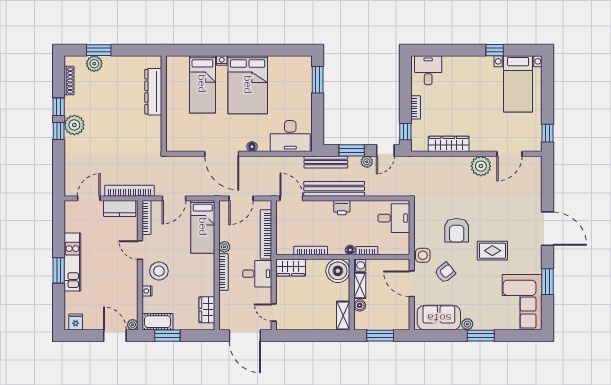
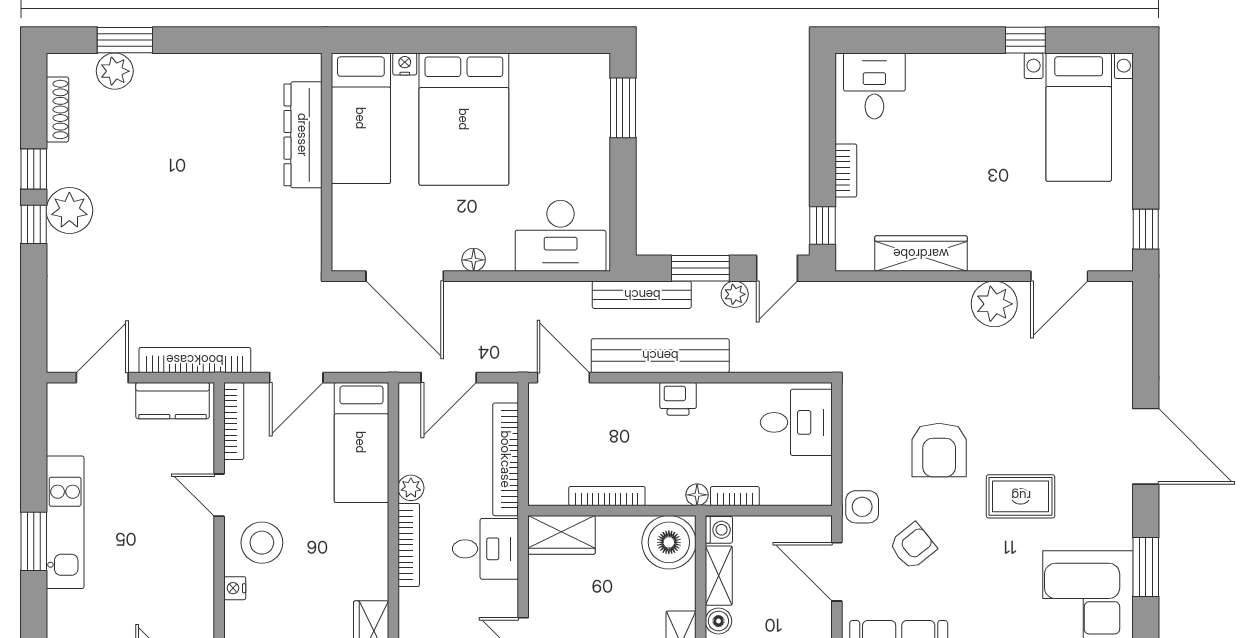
dresser: (153, 92) -> (303, 135), moved
wall: (164, 104) -> (327, 162), moved

